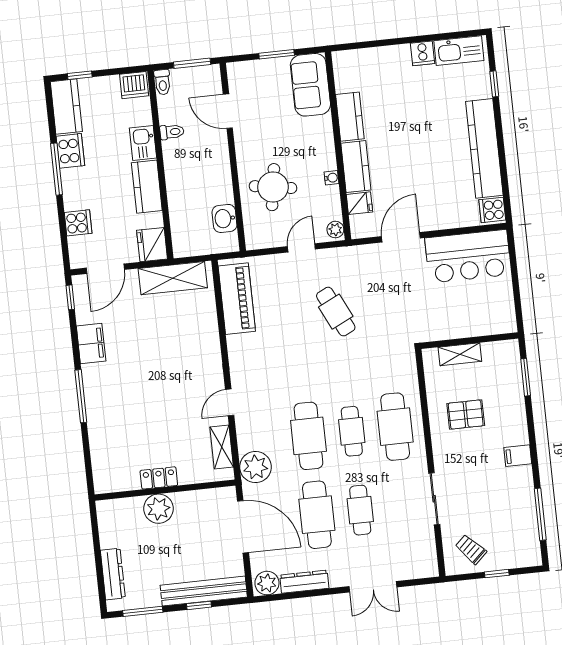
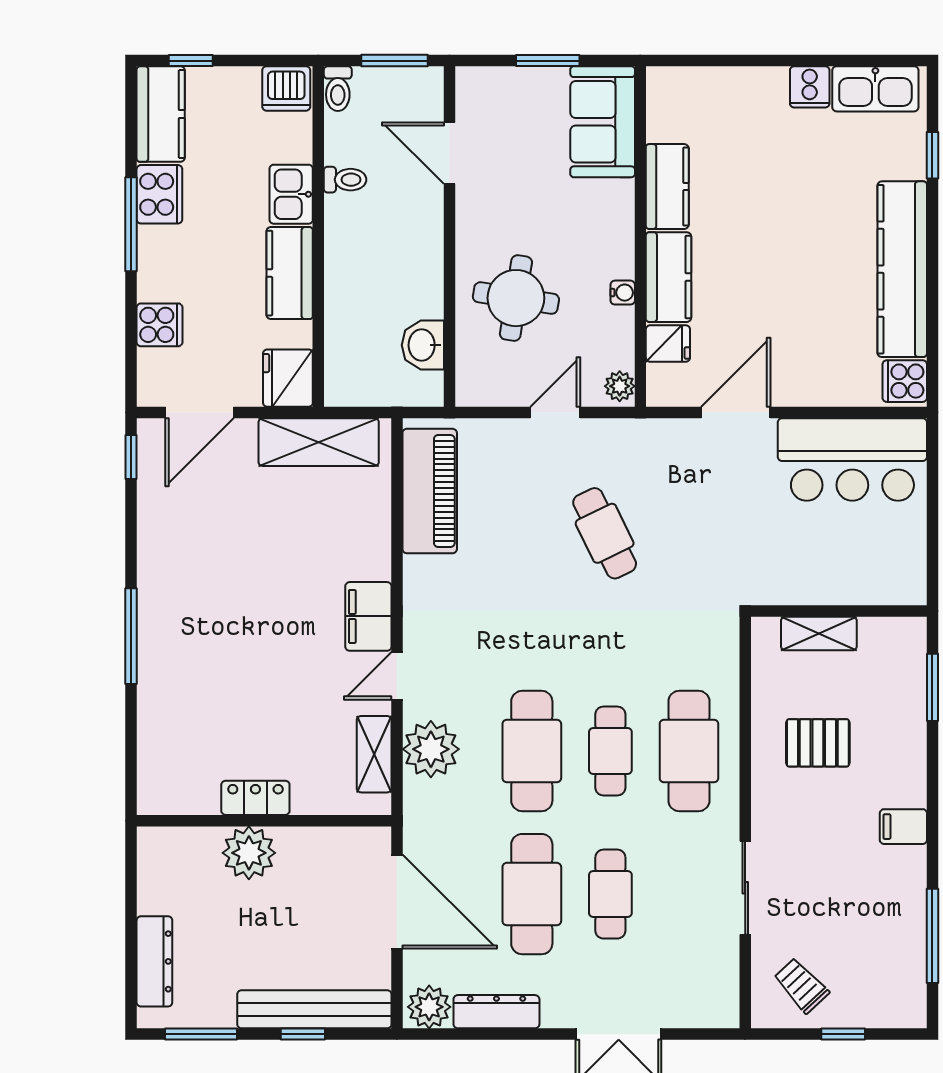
filing cabinet: (91, 344) -> (368, 616), moved, turned 180
plant: (256, 467) -> (431, 749), moved

